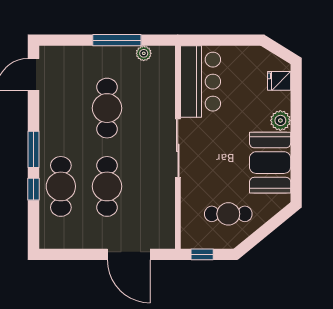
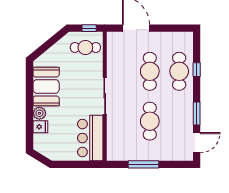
plant: (144, 53) -> (126, 156), removed
fridge: (279, 81) -> (40, 127), moved
window: (33, 149) -> (197, 114), moved
cafe table: (228, 214) -> (85, 47), moved

